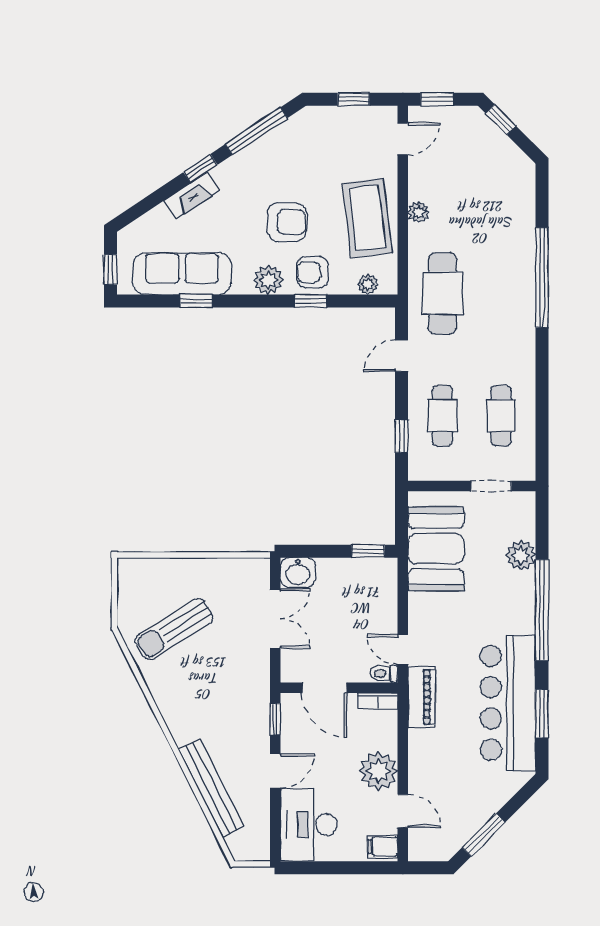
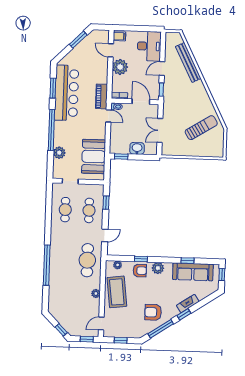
armchair: (287, 222) -> (153, 312), moved
washbasin: (298, 572) -> (137, 148), moved

